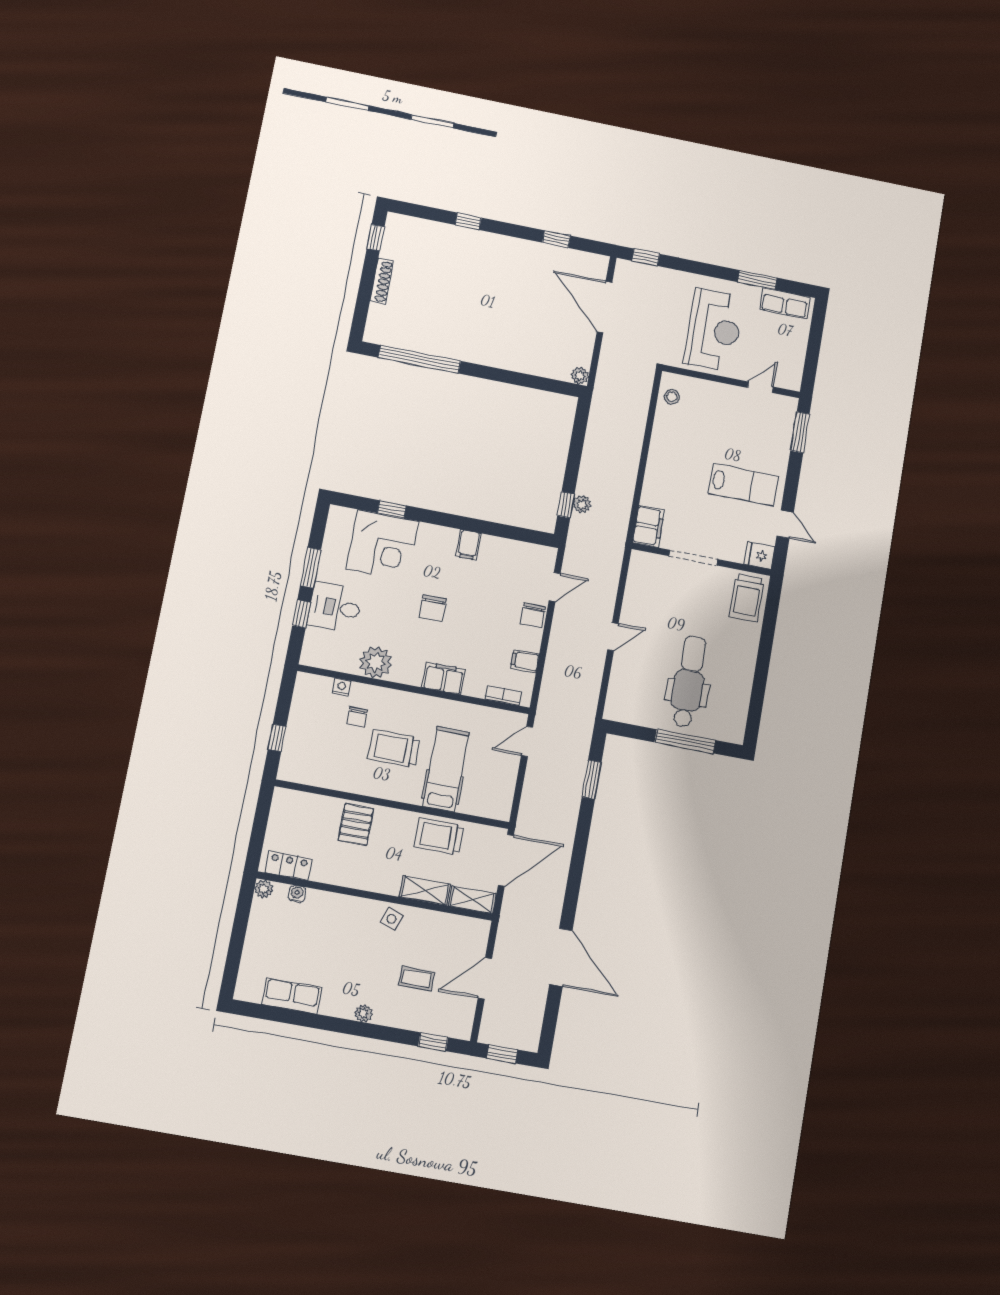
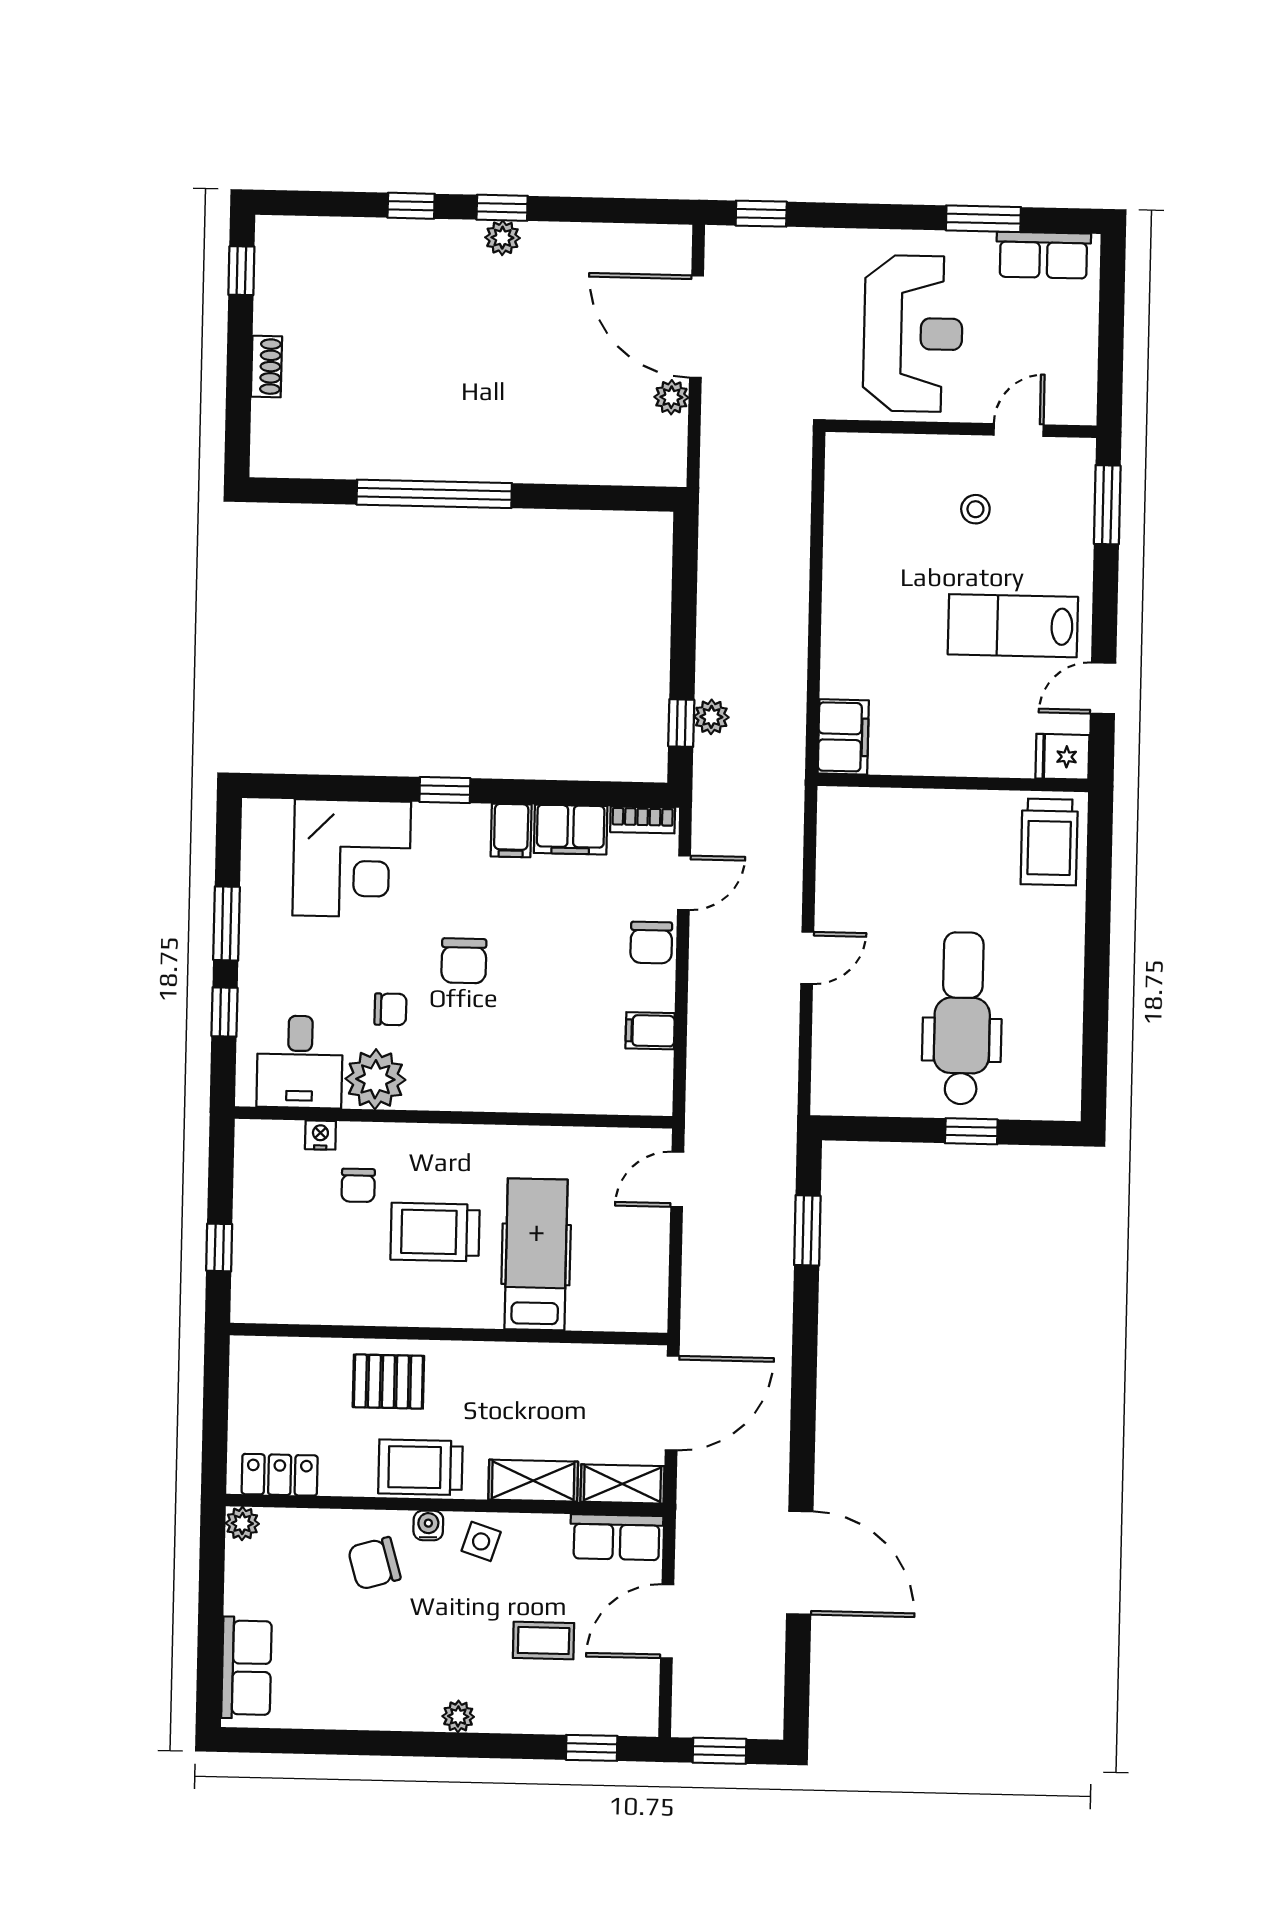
window: (556, 239) -> (502, 208), moved
plant: (512, 245) -> (502, 238), added
shoe rack: (382, 281) -> (267, 366), width x0.70
window: (419, 359) -> (434, 494), moved
plant: (580, 376) -> (671, 397), moved
stool: (672, 397) -> (975, 509), moved
lab bench: (744, 485) -> (1013, 626), turned 180
window: (392, 509) -> (445, 790), moved
door: (785, 524) -> (1103, 688), swing flipped
doorway: (693, 558) -> (937, 782), removed
desk: (335, 607) -> (300, 1062), moved, turned -90
chair: (390, 627) -> (390, 1009), added
filing cabinet: (444, 678) -> (571, 830), moved, turned 180
bookcase: (503, 696) -> (643, 820), moved, turned 180
window: (685, 741) -> (971, 1131), width x0.46
pallet: (356, 825) -> (388, 1382), turned 90
trolley: (439, 836) -> (420, 1467), moved
water cooler: (297, 894) -> (428, 1525), moved
chair: (332, 922) -> (374, 1563), added
row of seats: (465, 928) -> (617, 1537), added
row of seats: (292, 996) -> (246, 1668), moved, turned 90

